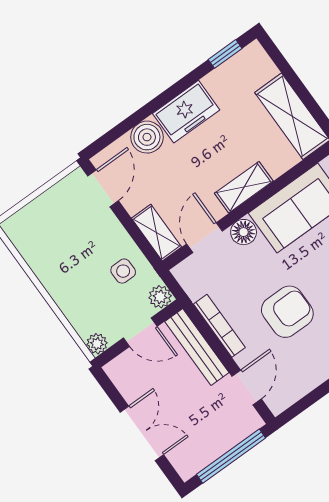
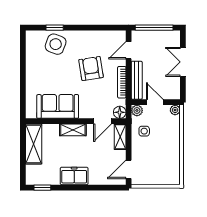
boiler: (147, 137) -> (97, 177), removed
floor lamp: (244, 232) -> (120, 112), moved
armchair: (287, 312) -> (91, 69), turned 81

